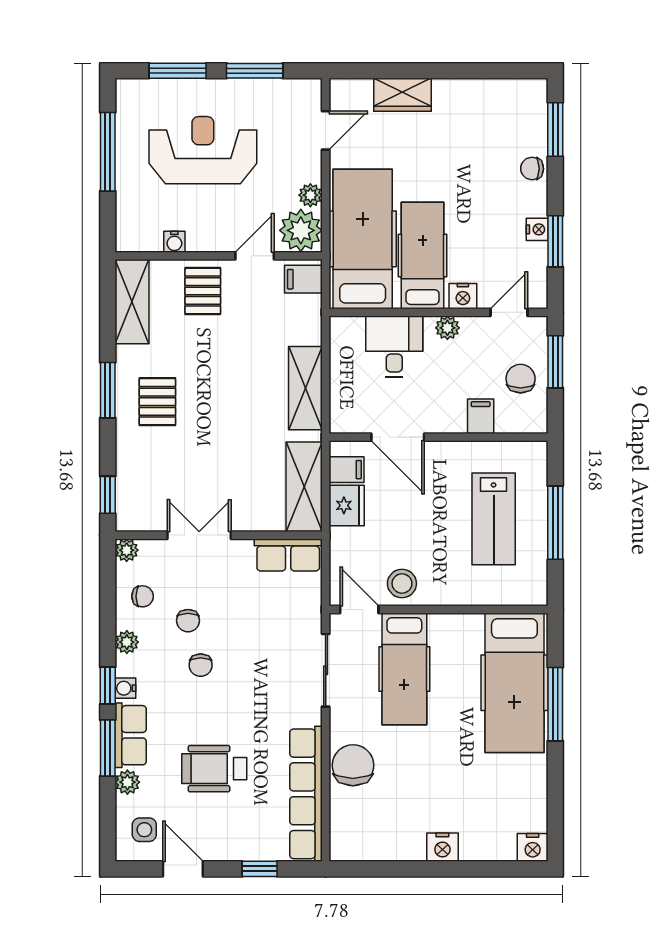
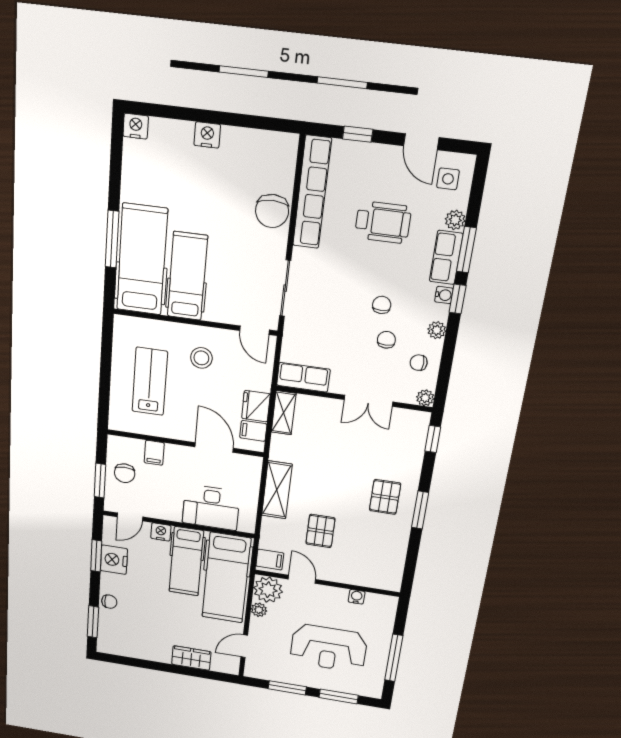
nightstand: (537, 229) -> (114, 560), width x1.89, depth x1.79
door: (255, 256) -> (302, 579), swing flipped
pallet: (203, 291) -> (320, 531), moved
shelving: (132, 302) -> (393, 564), removed
plant: (447, 328) -> (173, 514), removed
desk: (394, 346) -> (211, 507), width x1.37
shelving: (304, 487) -> (284, 413), width x0.67, depth x0.75
window: (555, 523) -> (105, 372), removed
stool: (402, 584) -> (201, 358), moved
hospital bed: (404, 669) -> (187, 276), moved

